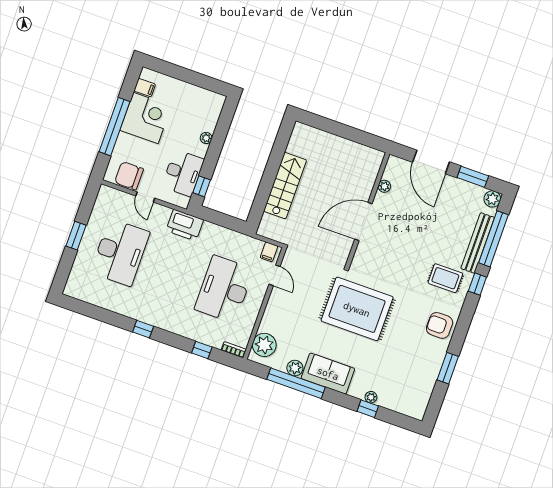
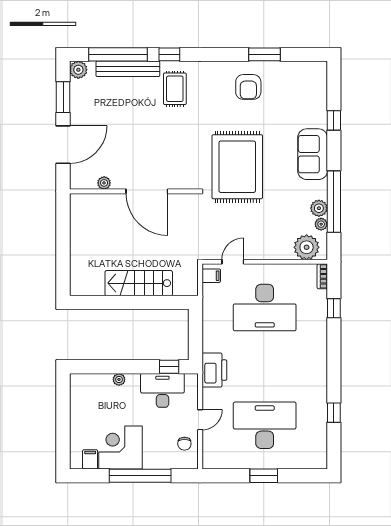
chair: (129, 176) -> (184, 444), width x0.54, depth x0.54
armchair: (440, 325) -> (248, 87), moved
window: (143, 329) -> (334, 413), moved
sofa: (328, 373) -> (313, 154), moved
plant: (371, 397) -> (321, 224), moved

